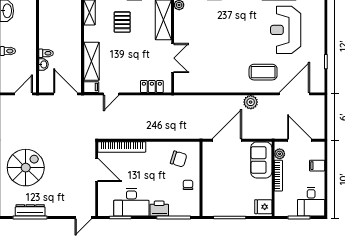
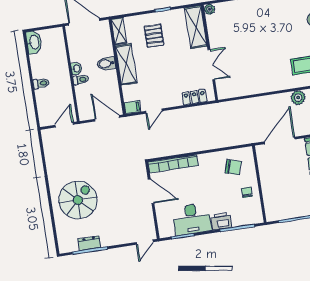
bidet: (73, 42) -> (106, 64), added
shelving: (92, 61) -> (126, 64), moved
washbasin: (43, 64) -> (76, 69), moved
dresser: (30, 210) -> (89, 243), width x0.70

